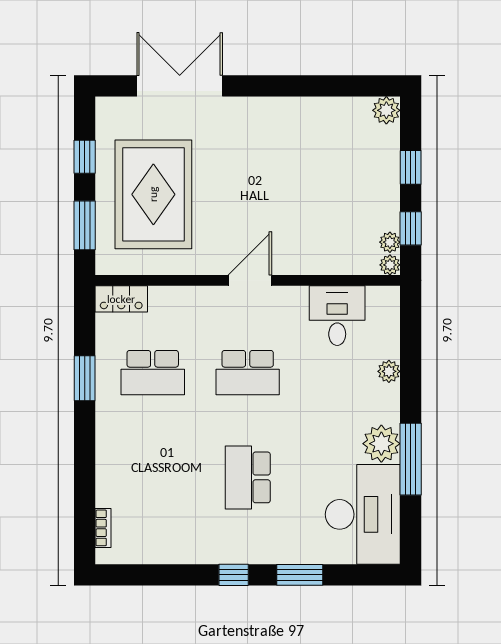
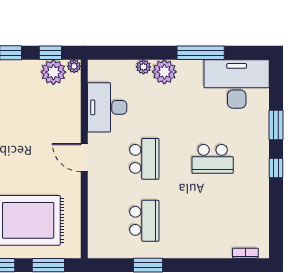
plant: (390, 242) -> (53, 72), width x1.88, depth x1.88
locker: (121, 299) -> (96, 241), removed
desk: (337, 316) -> (107, 107), width x1.37
plant: (381, 444) -> (164, 72), moved

